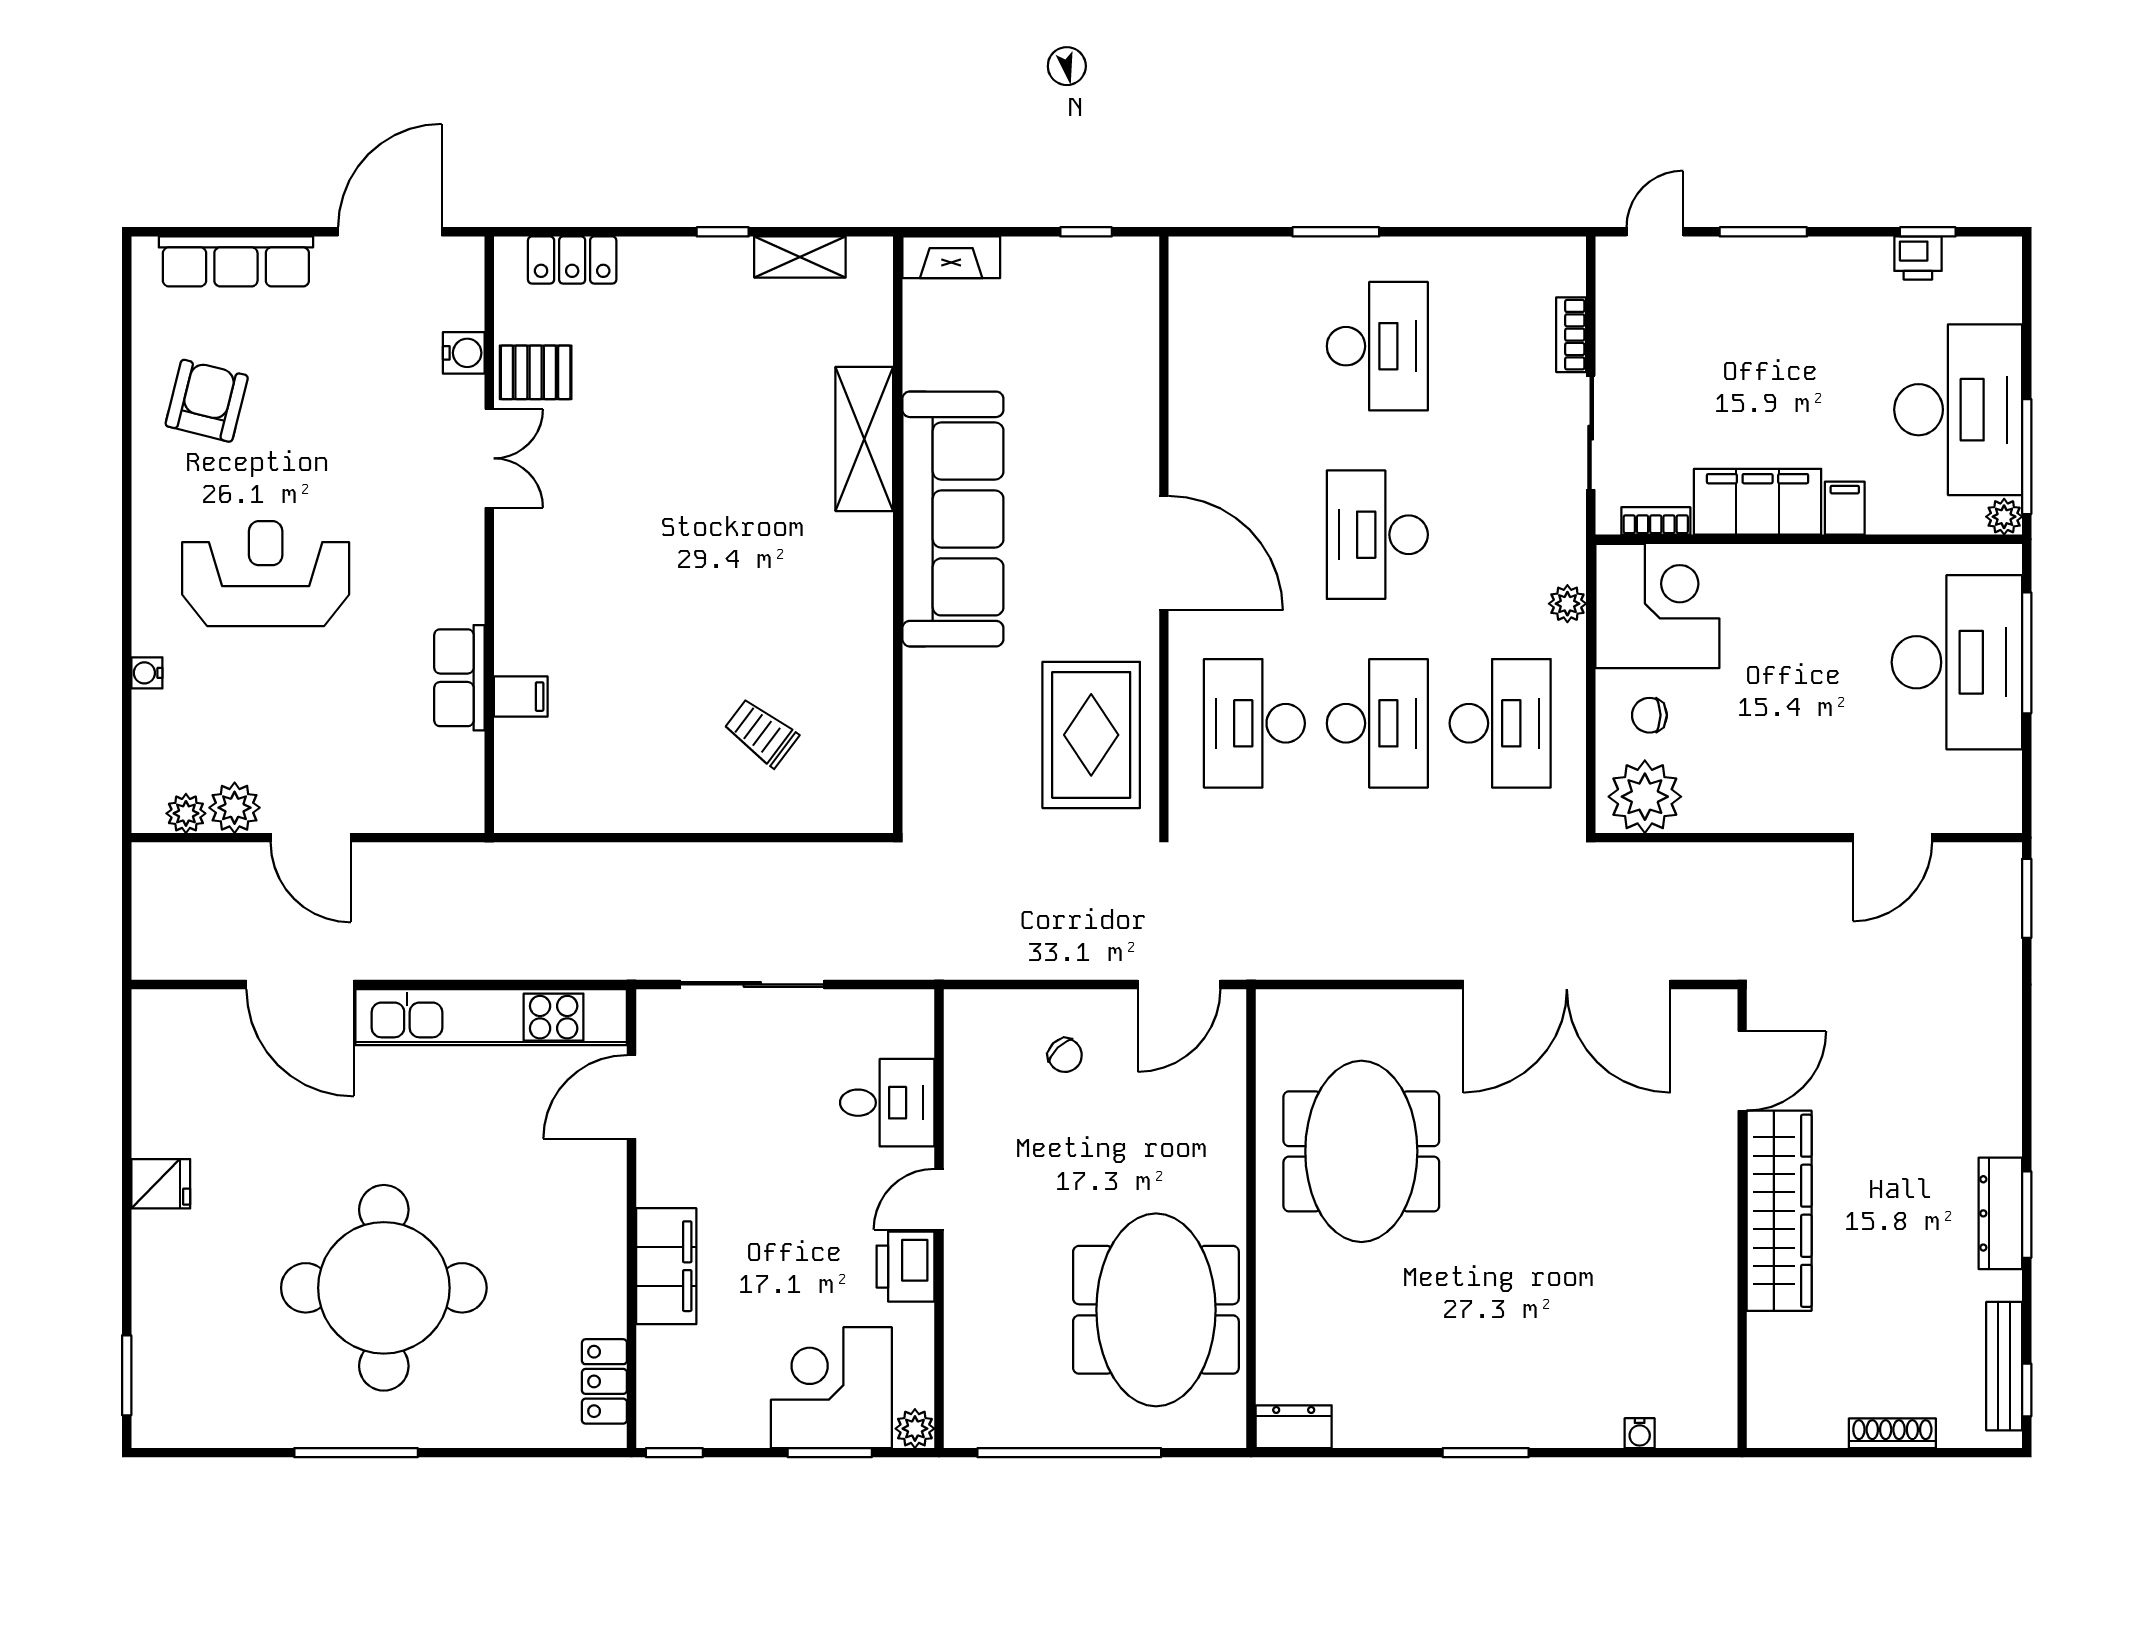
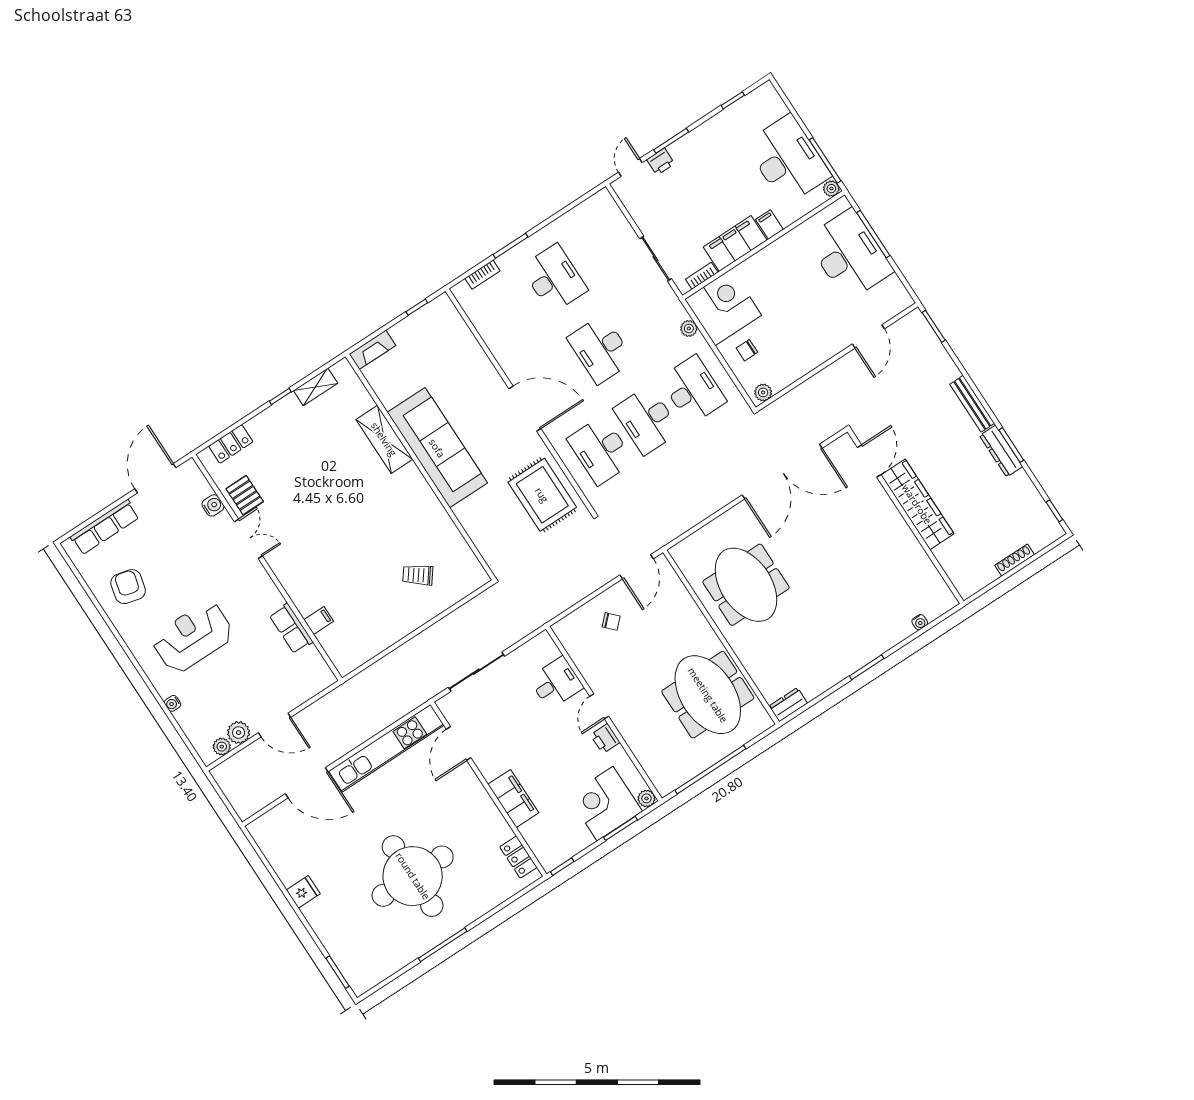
printer: (1918, 258) -> (661, 162), moved
bookcase: (1571, 335) -> (482, 275), moved, turned -90
pallet: (536, 372) -> (245, 495), turned 90
desk: (1377, 723) -> (647, 420), turned 180
plant: (1645, 797) -> (763, 392), width x0.53, depth x0.53
printer: (905, 1267) -> (605, 739), width x0.73, depth x0.81
bench: (2004, 1366) -> (972, 404), moved

